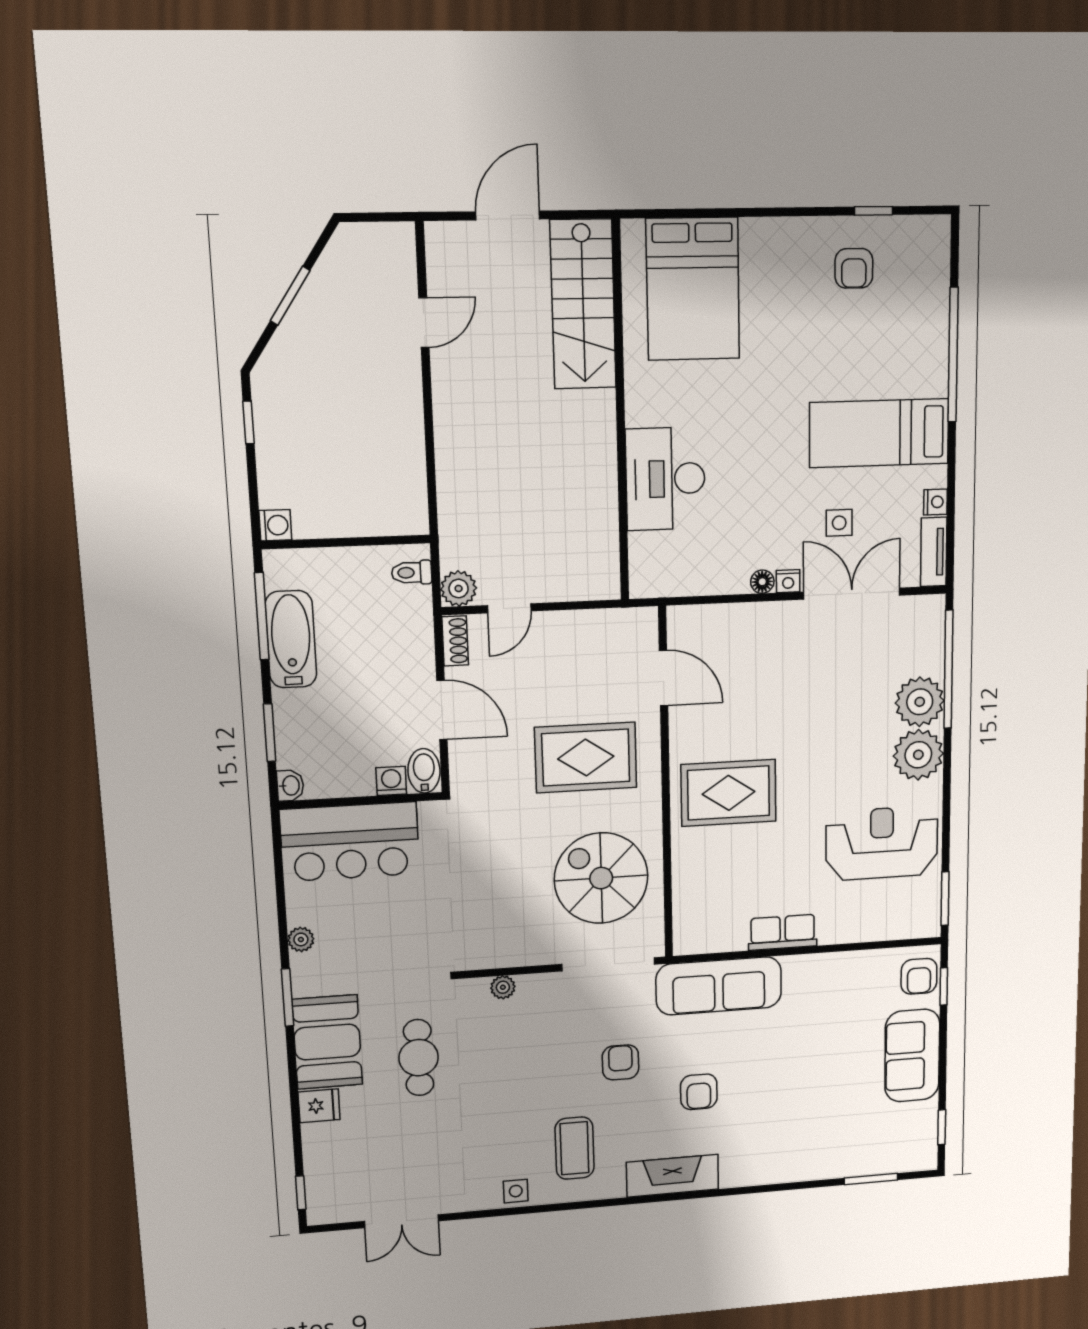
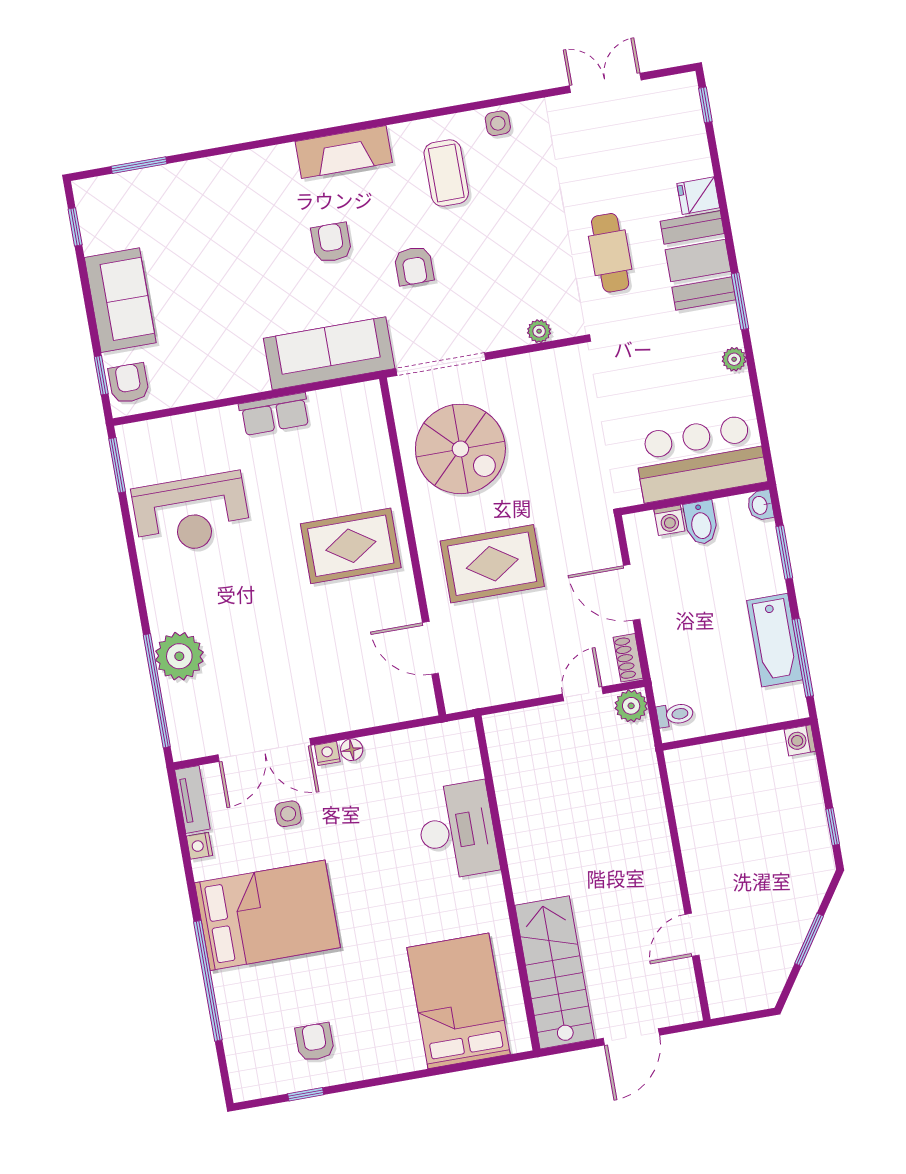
bed: (879, 433) -> (267, 915), width x1.50
plant: (918, 755) -> (171, 605), removed
bidet: (424, 771) -> (701, 523), moved

